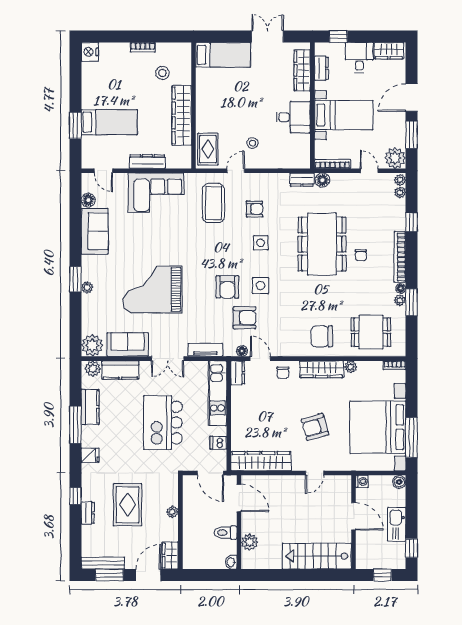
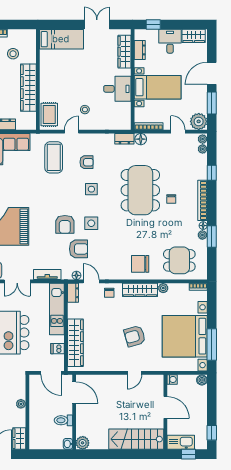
wardrobe: (261, 461) -> (75, 343), moved, turned 90
kitchen sink: (397, 524) -> (181, 442), moved, turned 90
plant: (250, 542) -> (83, 443), moved

